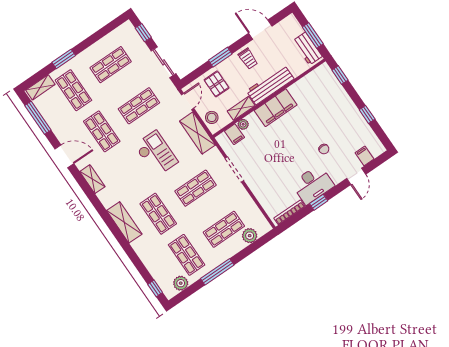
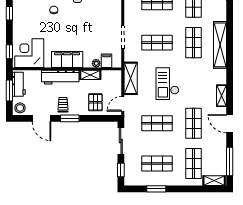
window: (220, 57) -> (70, 118), moved
window: (64, 59) -> (156, 189), moved
corner desk: (319, 88) -> (29, 53), added
stool: (212, 117) -> (20, 108), moved
shelving: (124, 222) -> (220, 45), width x1.47

